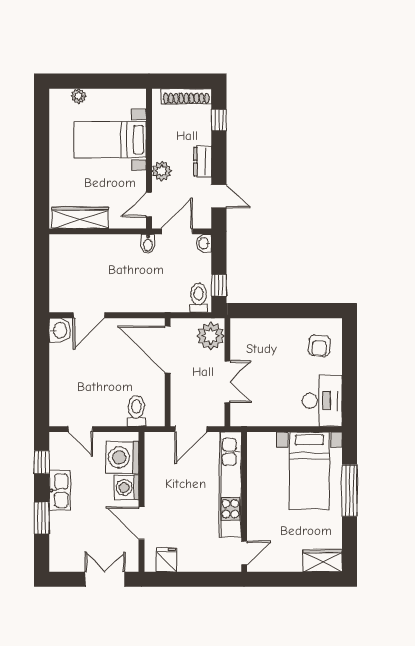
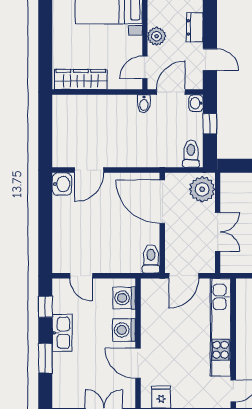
window: (219, 285) -> (210, 124), moved
toilet: (136, 411) -> (151, 259), moved
washing machine: (122, 457) -> (124, 298), width x0.73, depth x0.73

